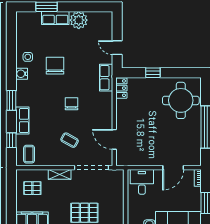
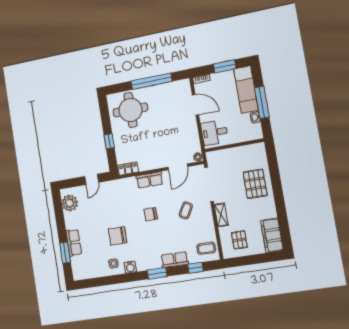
plant: (79, 20) -> (70, 203), moved
row of seats: (106, 78) -> (150, 180), moved
plant: (121, 161) -> (198, 157), added

